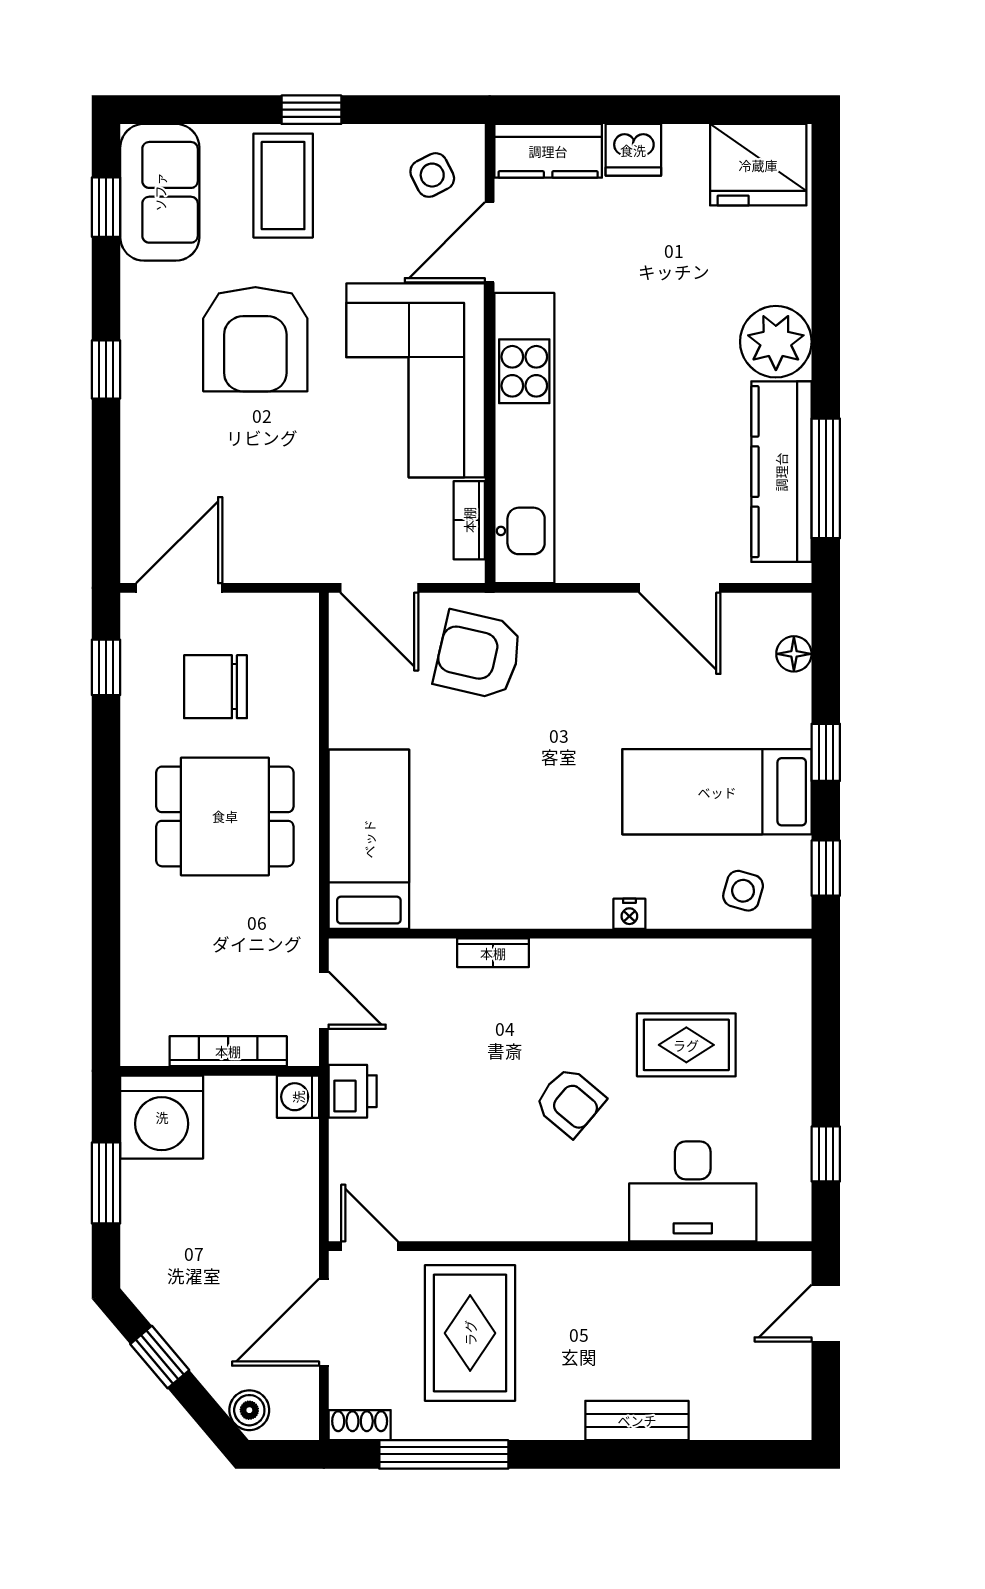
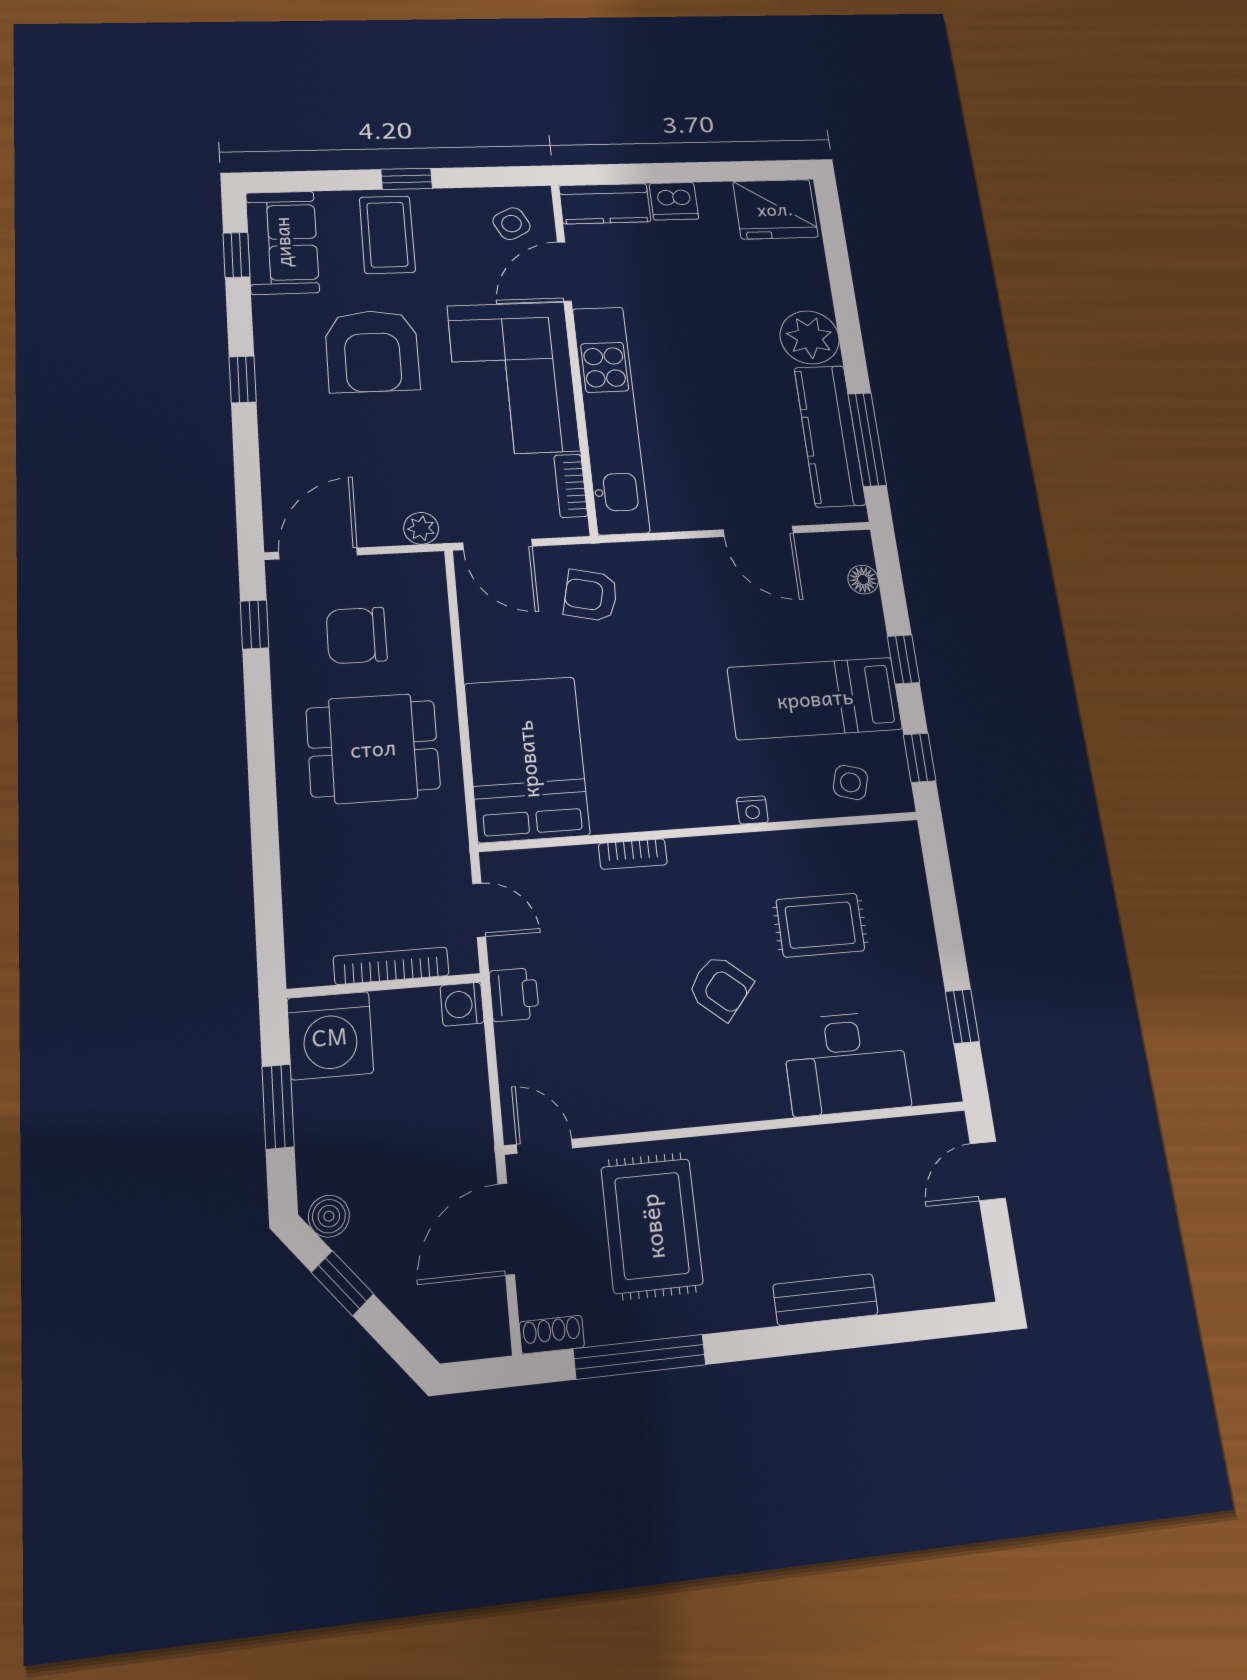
plant: (295, 564) -> (421, 528), added
armchair: (478, 655) -> (591, 595), width x0.72, depth x0.72
bed: (369, 839) -> (527, 759), width x1.50
boiler: (249, 1410) -> (329, 1216), moved

